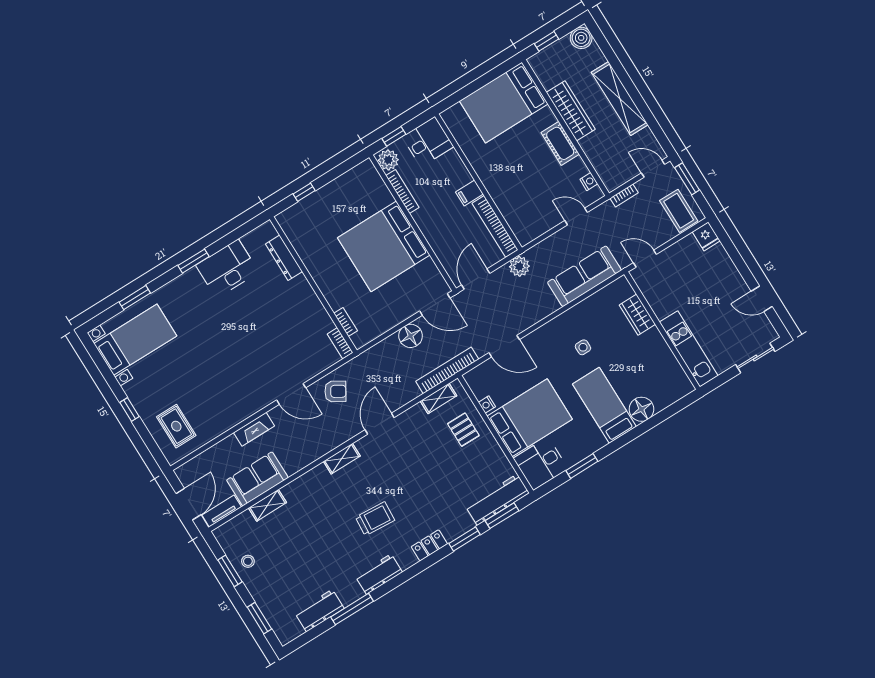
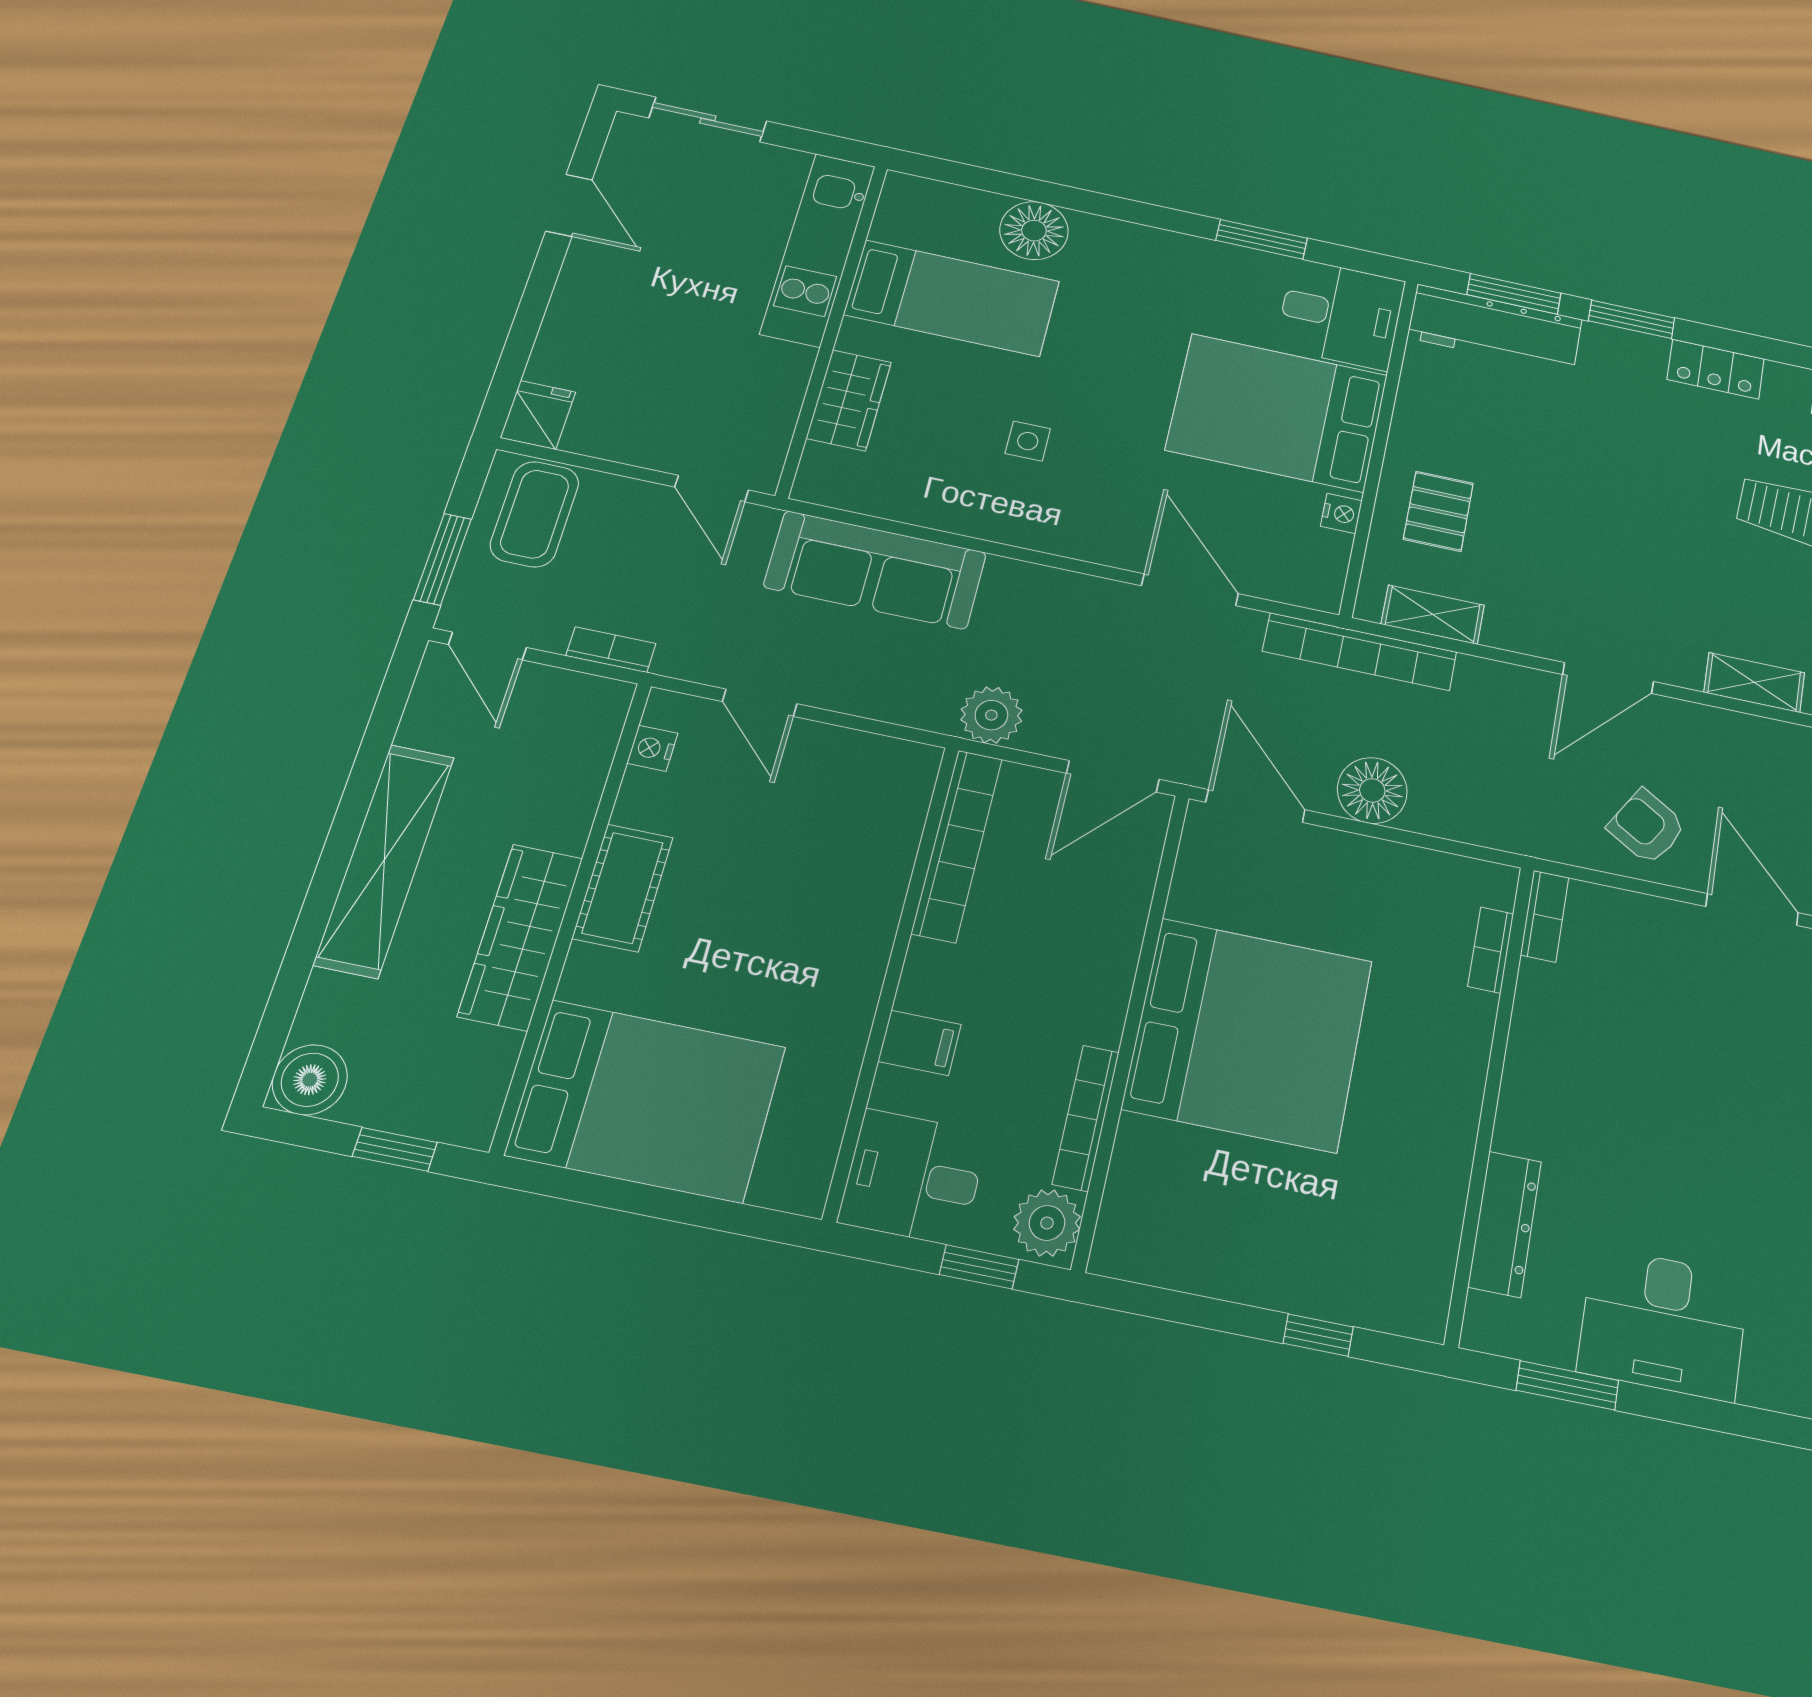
filing cabinet: (469, 193) -> (920, 1043), moved
window: (194, 261) -> (1567, 1385), moved
bed: (604, 405) -> (952, 298), moved, turned -90

